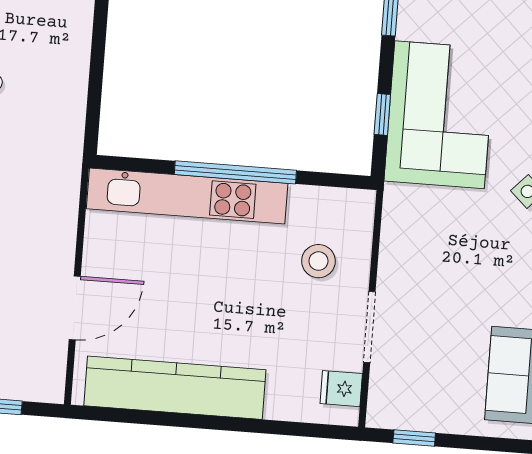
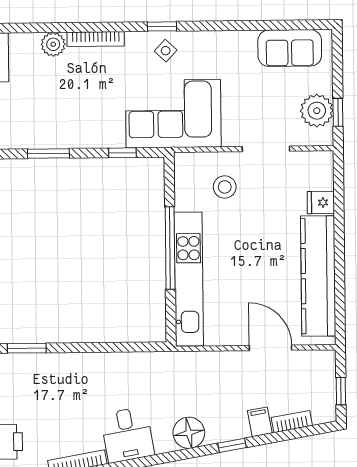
corner sofa: (440, 115) -> (173, 114), moved
fridge: (341, 389) -> (321, 203), moved, turned 90
plant: (419, 407) -> (317, 111), added

